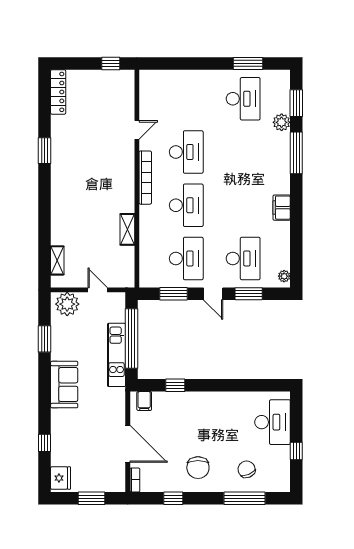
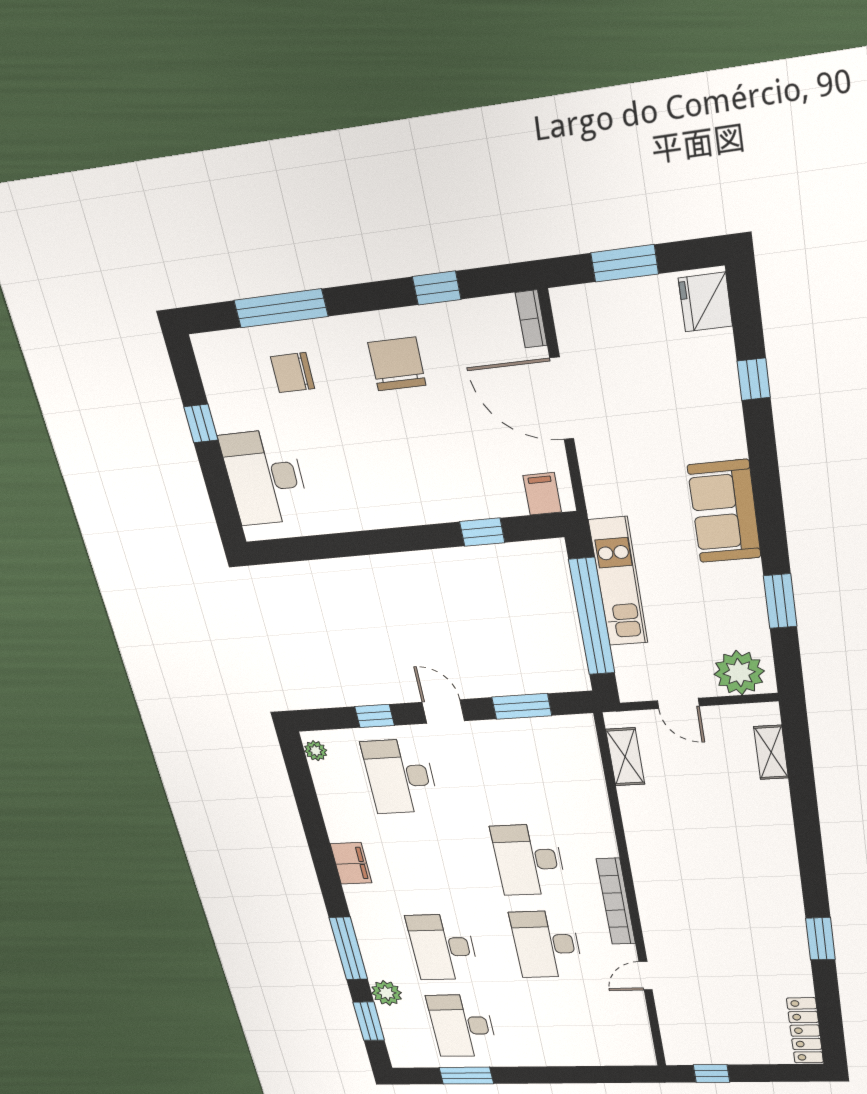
shelving: (127, 229) -> (625, 757), moved
desk: (186, 258) -> (443, 947), moved
window: (249, 294) -> (375, 716), width x0.67
chair: (247, 469) -> (292, 373), turned 113

